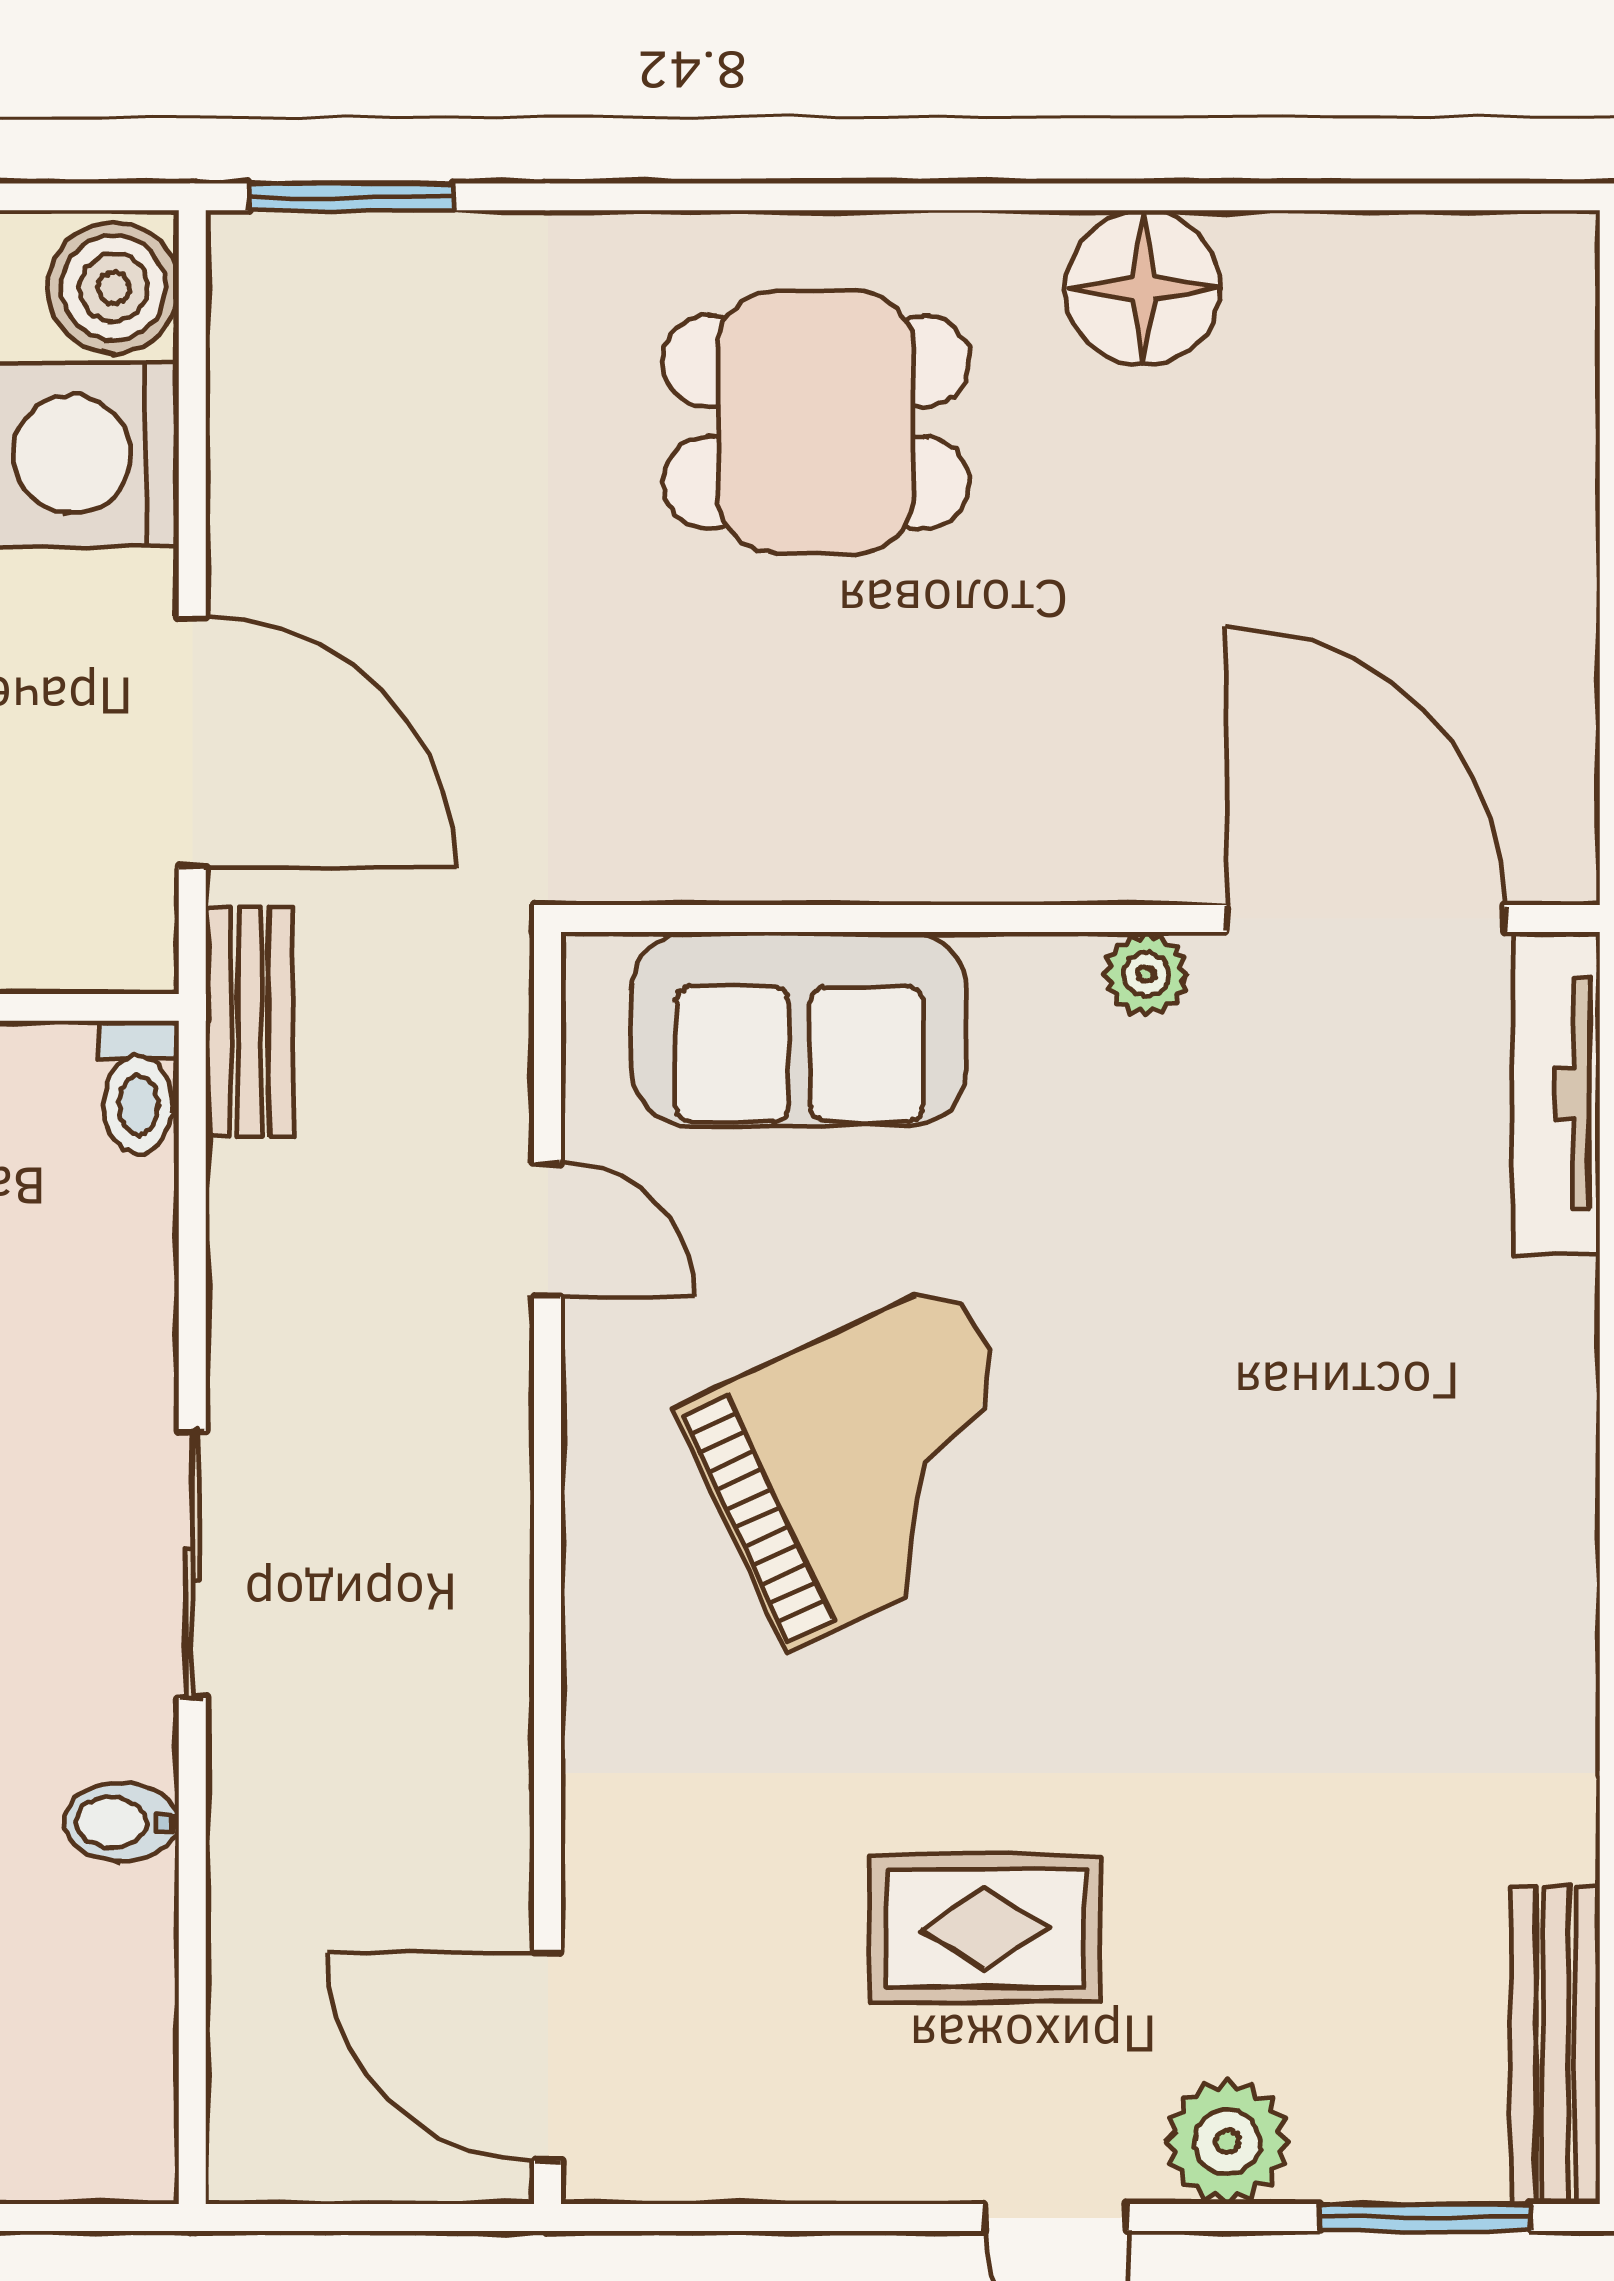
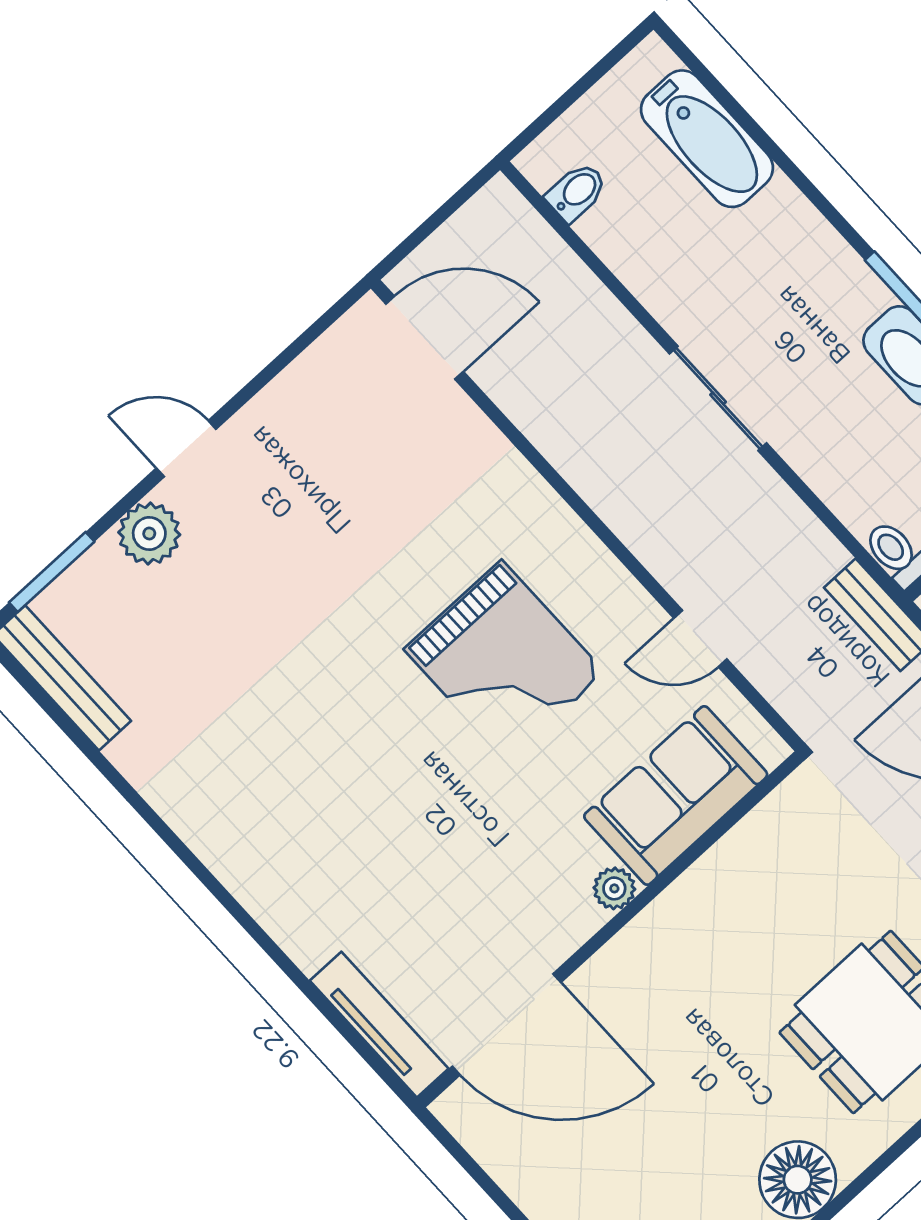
plant: (1146, 974) -> (614, 888), moved
grand piano: (871, 1465) -> (504, 661), turned -65
bidet: (121, 1822) -> (577, 192), moved
rug: (985, 1929) -> (308, 530), removed

